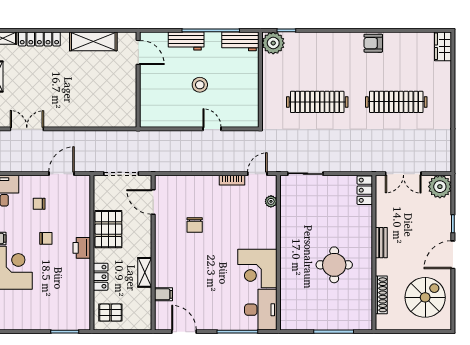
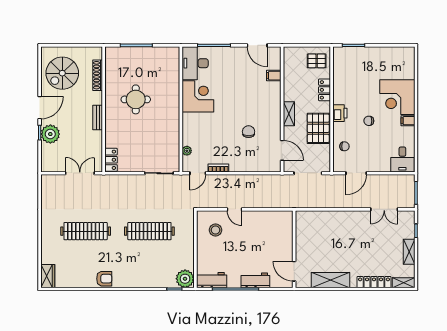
stool: (200, 85) -> (216, 230), moved
plant: (440, 187) -> (50, 134), moved
chair: (39, 204) -> (344, 146), moved
shelving: (145, 272) -> (289, 114), moved

